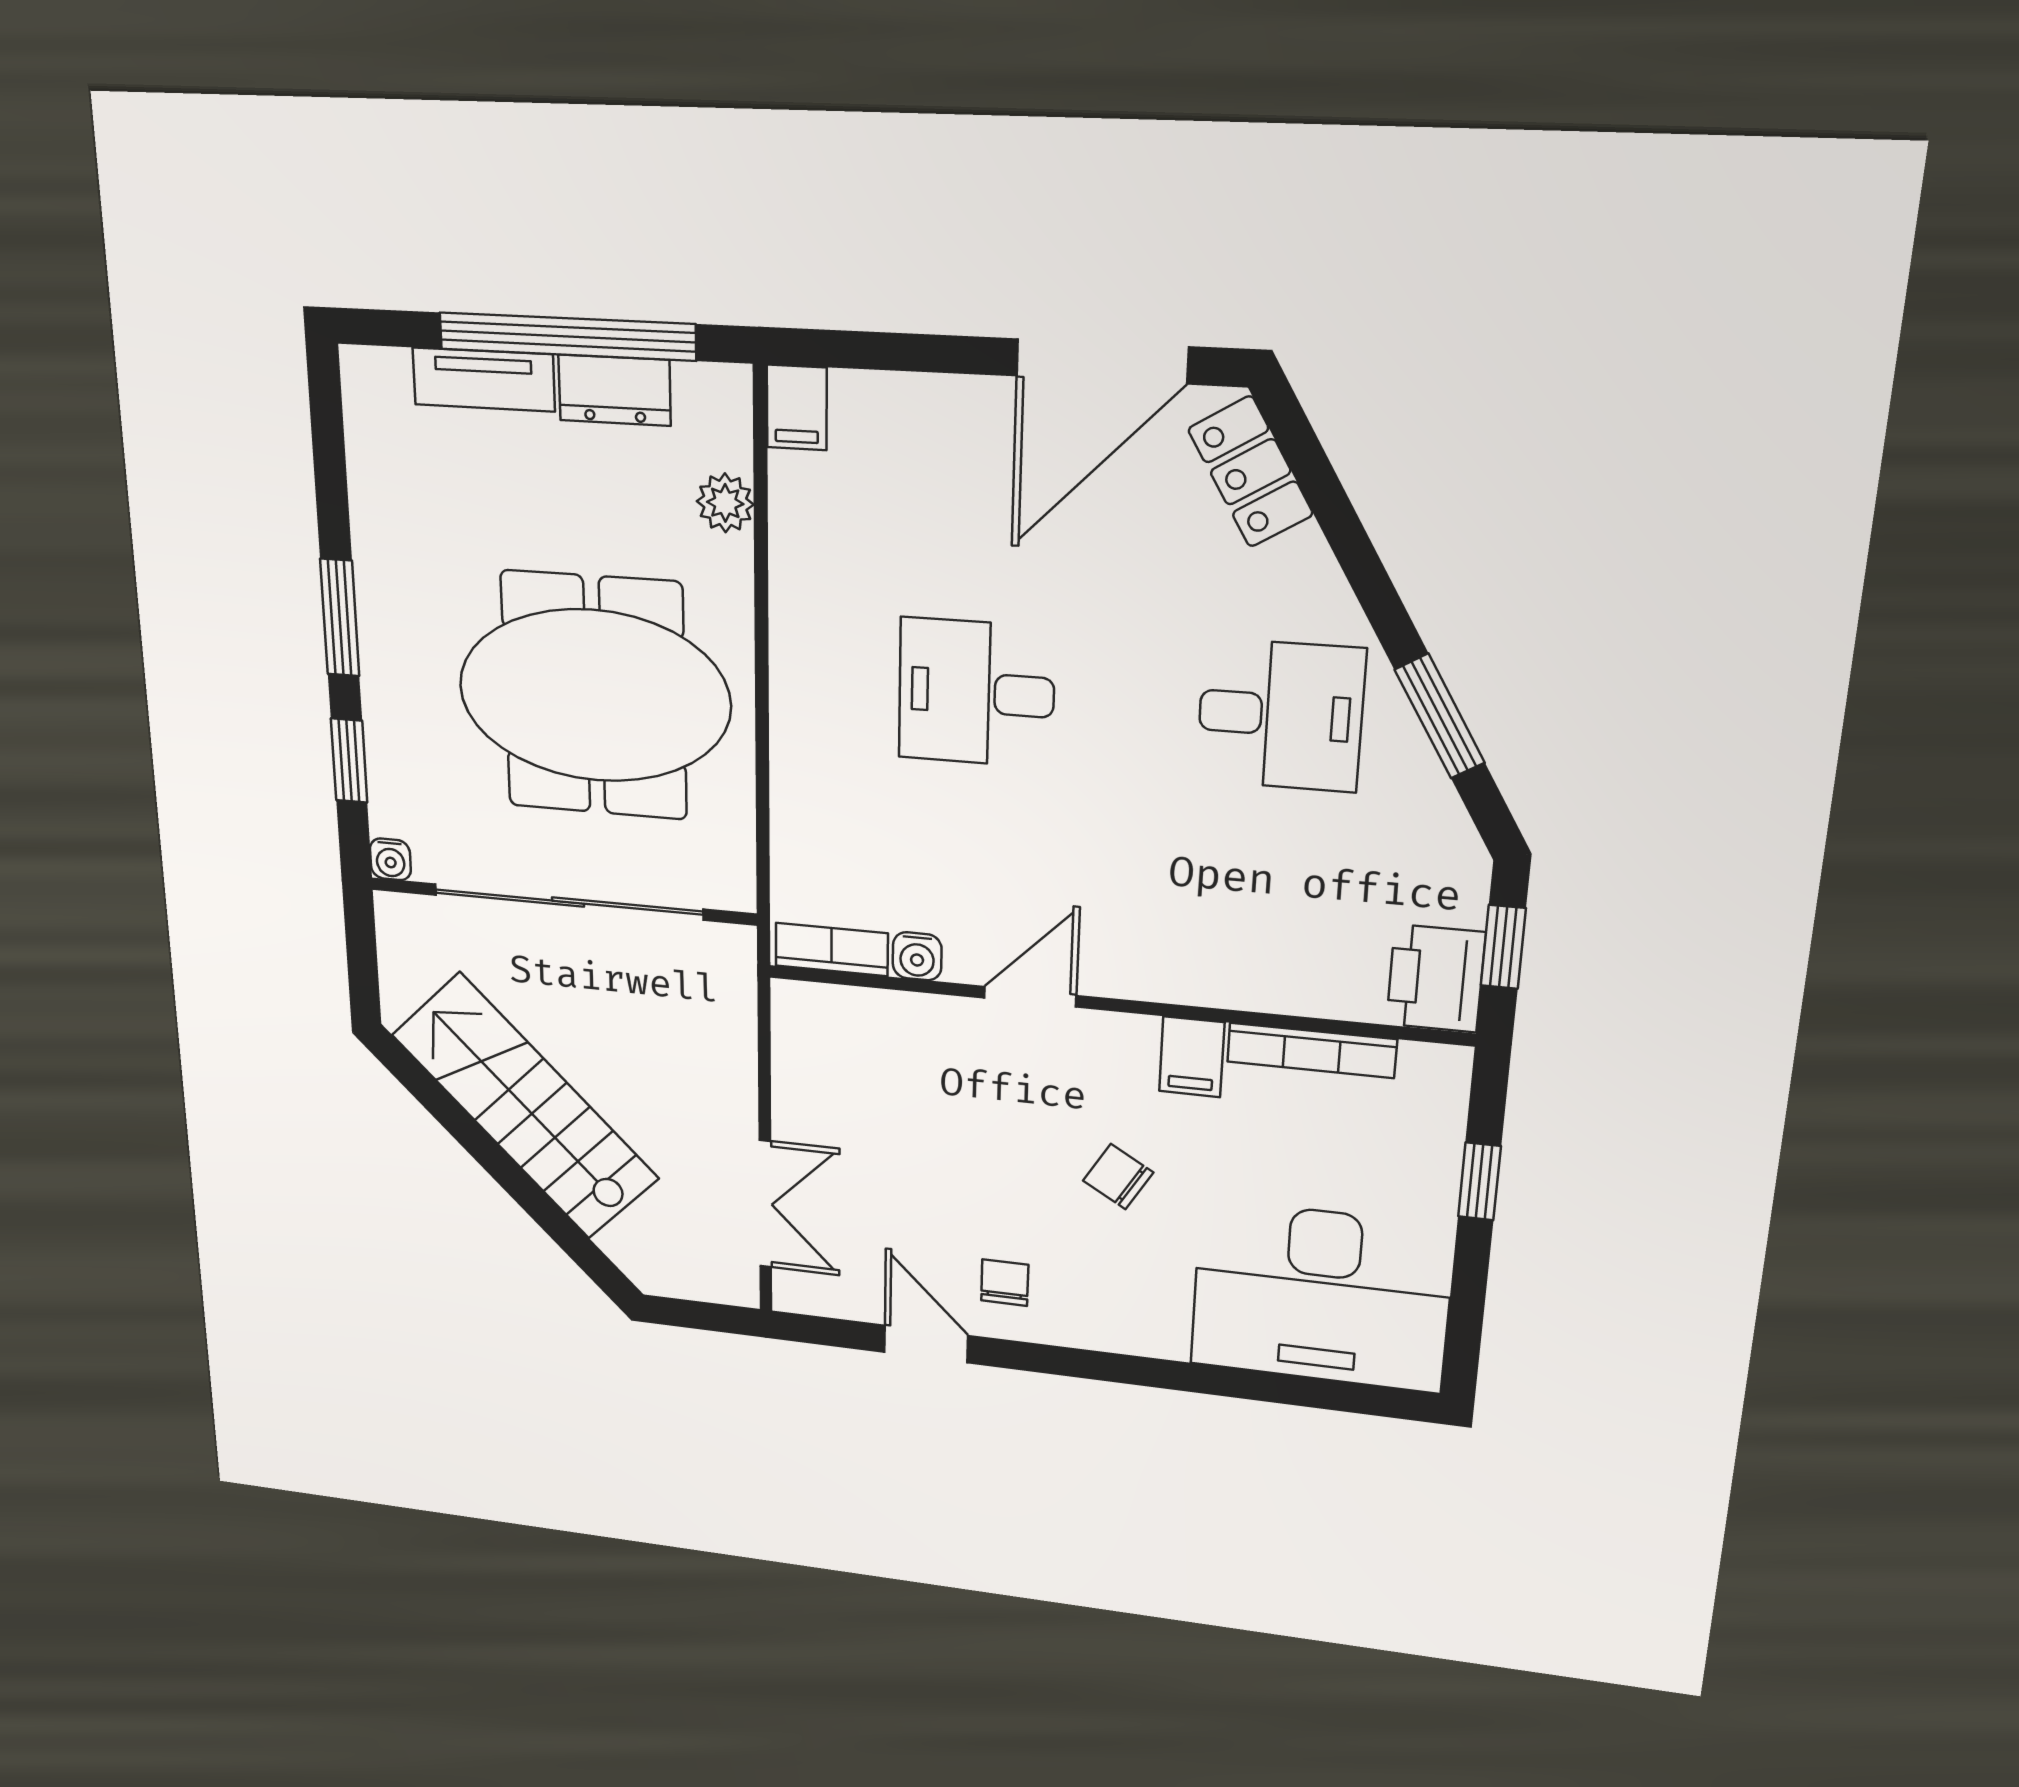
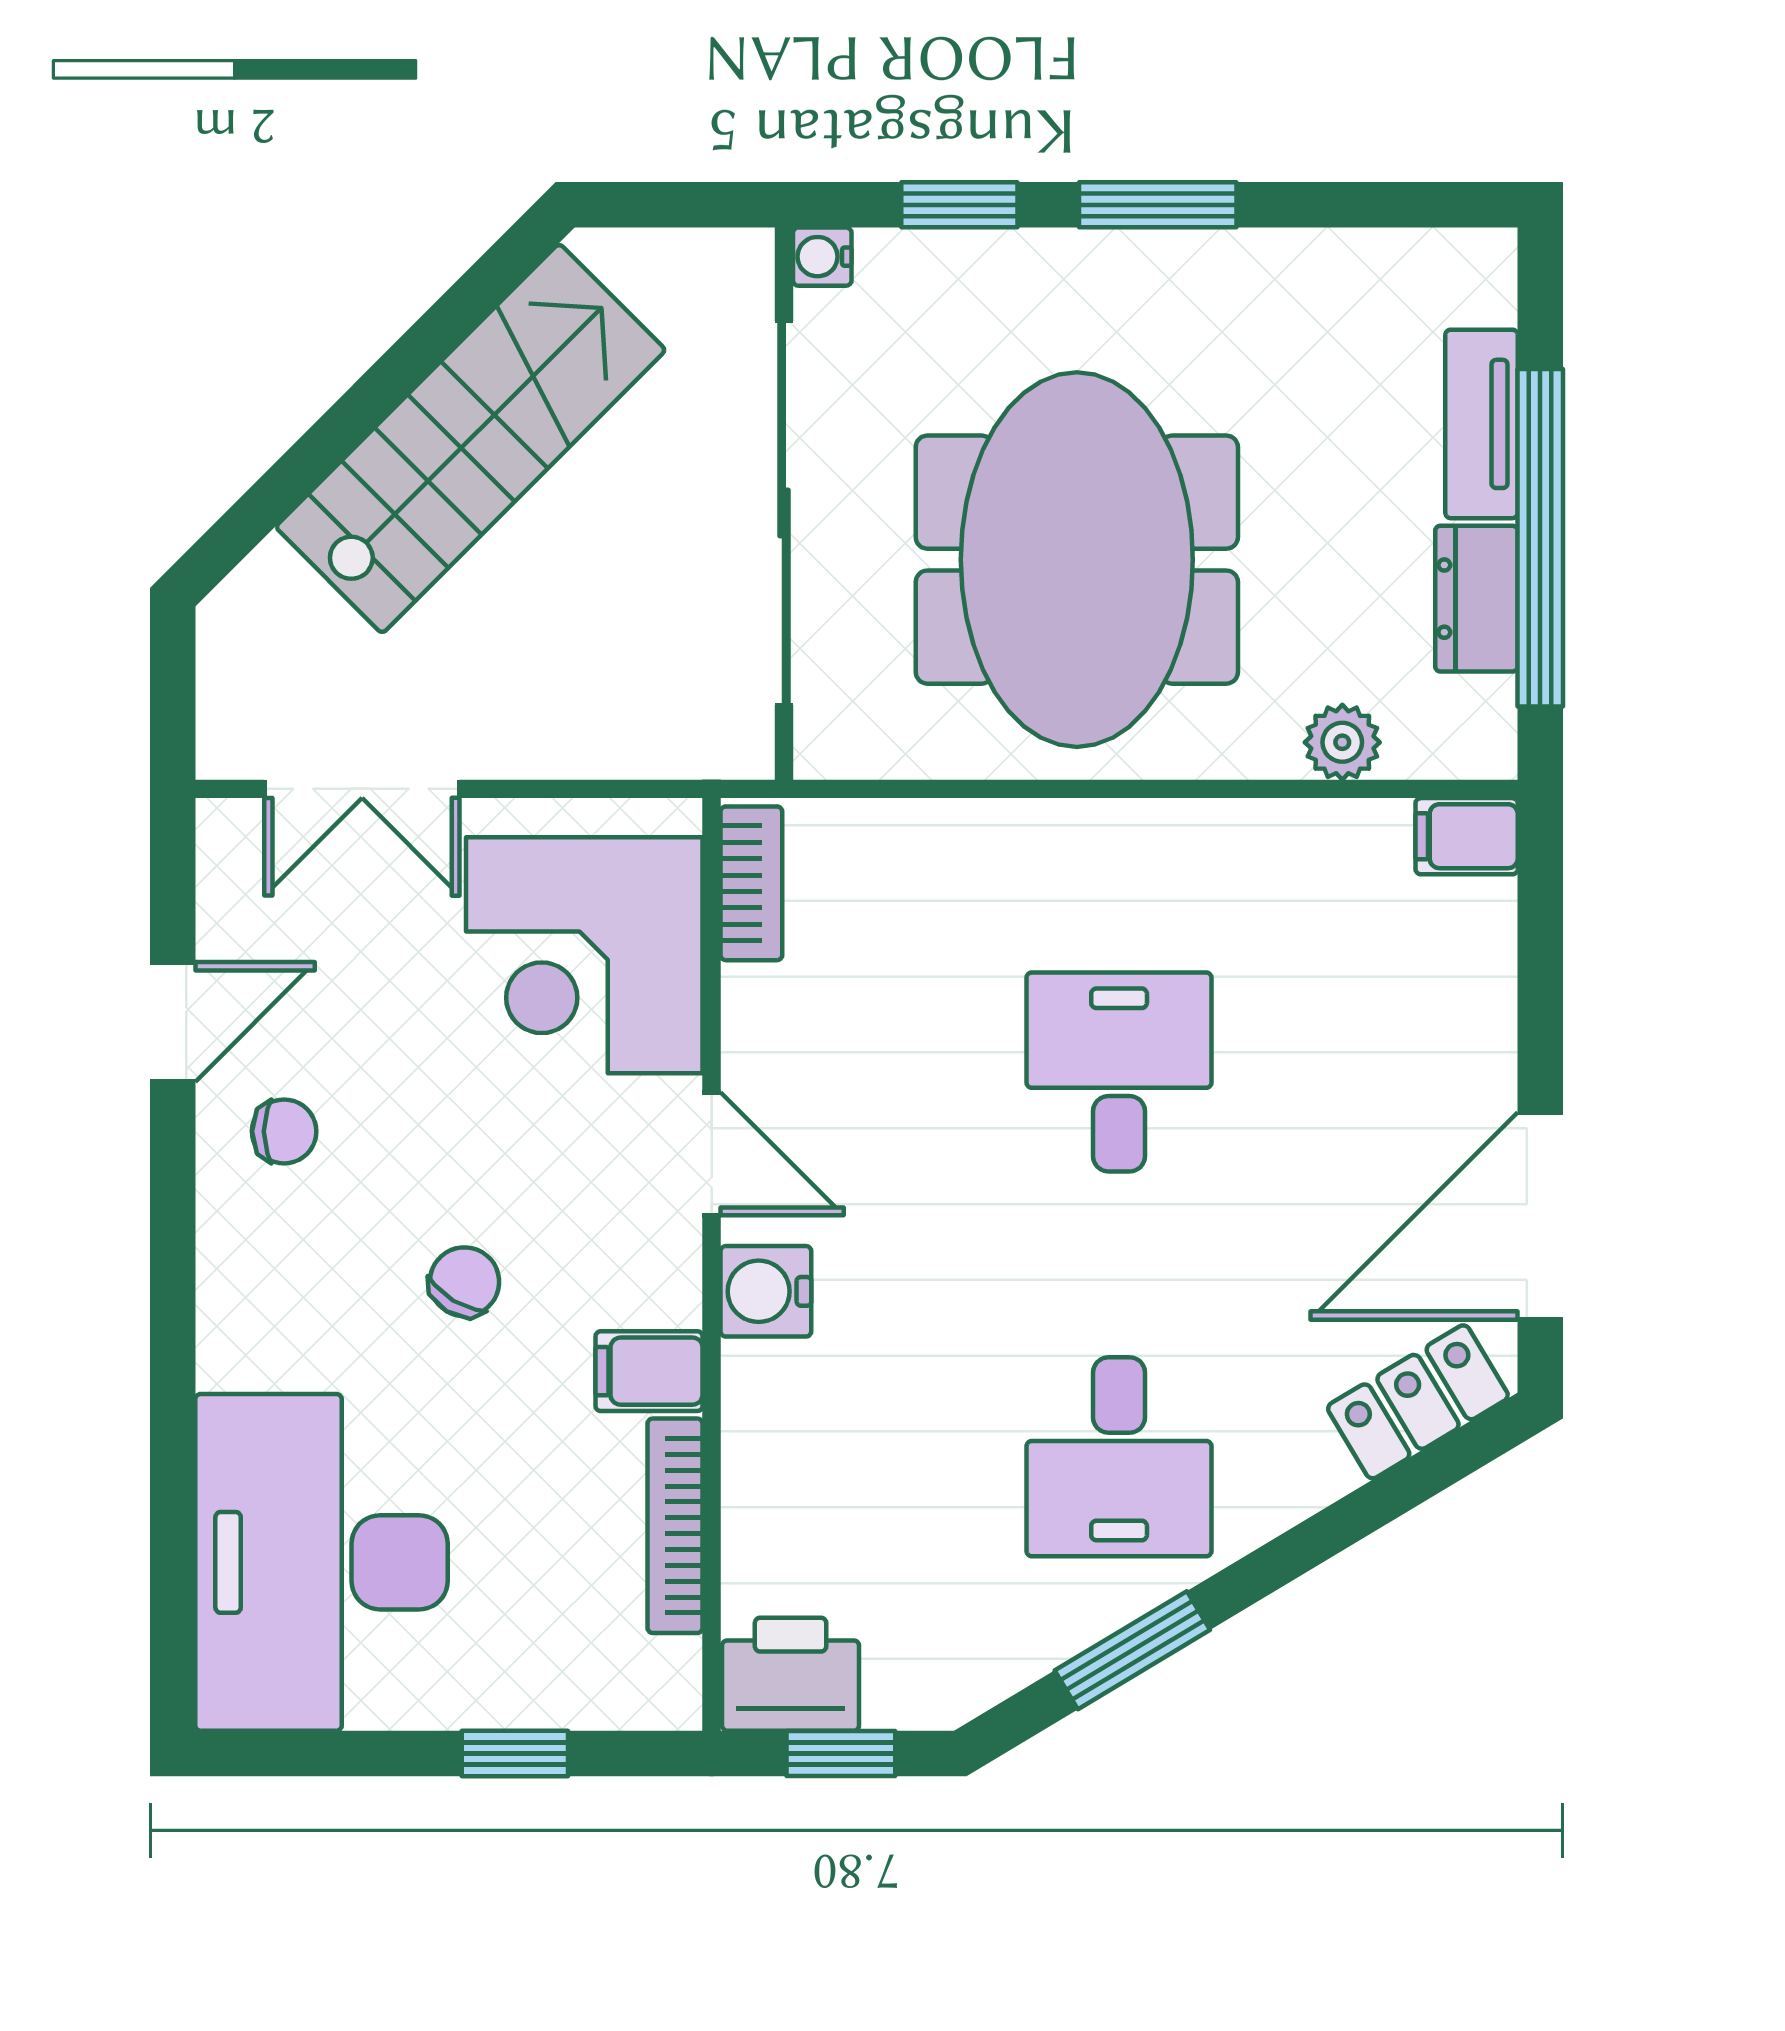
door: (1102, 361) -> (1540, 1216), hinge flipped
water cooler: (917, 956) -> (766, 1291), moved, width x1.38, depth x1.38
corner desk: (883, 1070) -> (584, 955), added

